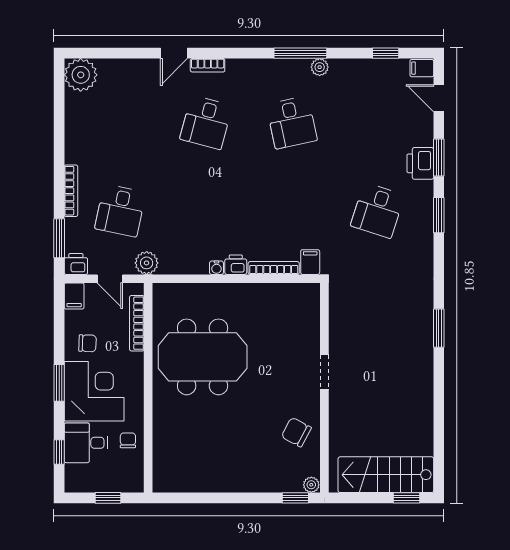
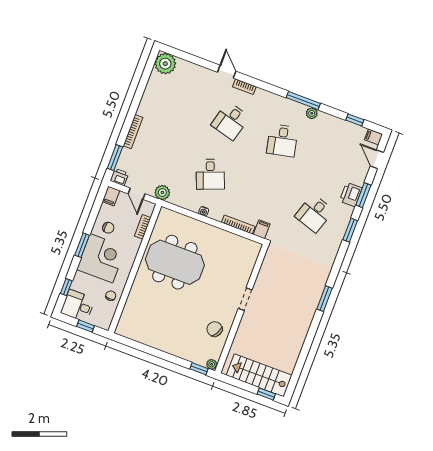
door: (174, 53) -> (227, 72), swing flipped
desk: (120, 211) -> (210, 174), moved, turned -33
printer: (236, 265) -> (216, 214), removed
bookcase: (137, 323) -> (143, 227), width x0.64
desk: (86, 443) -> (78, 306), moved

